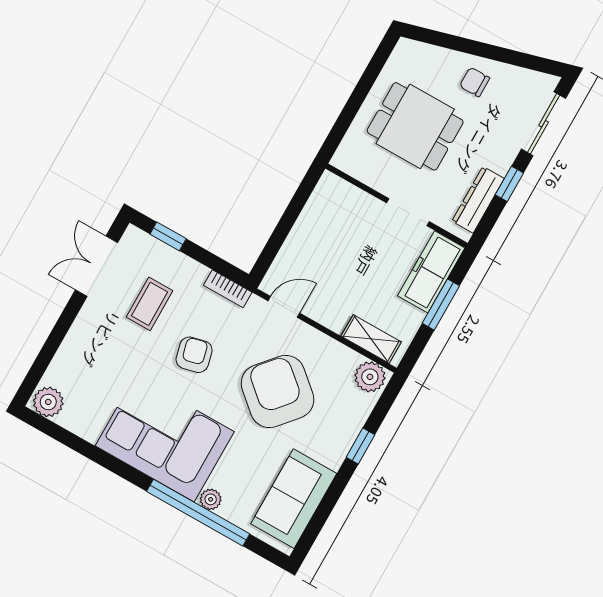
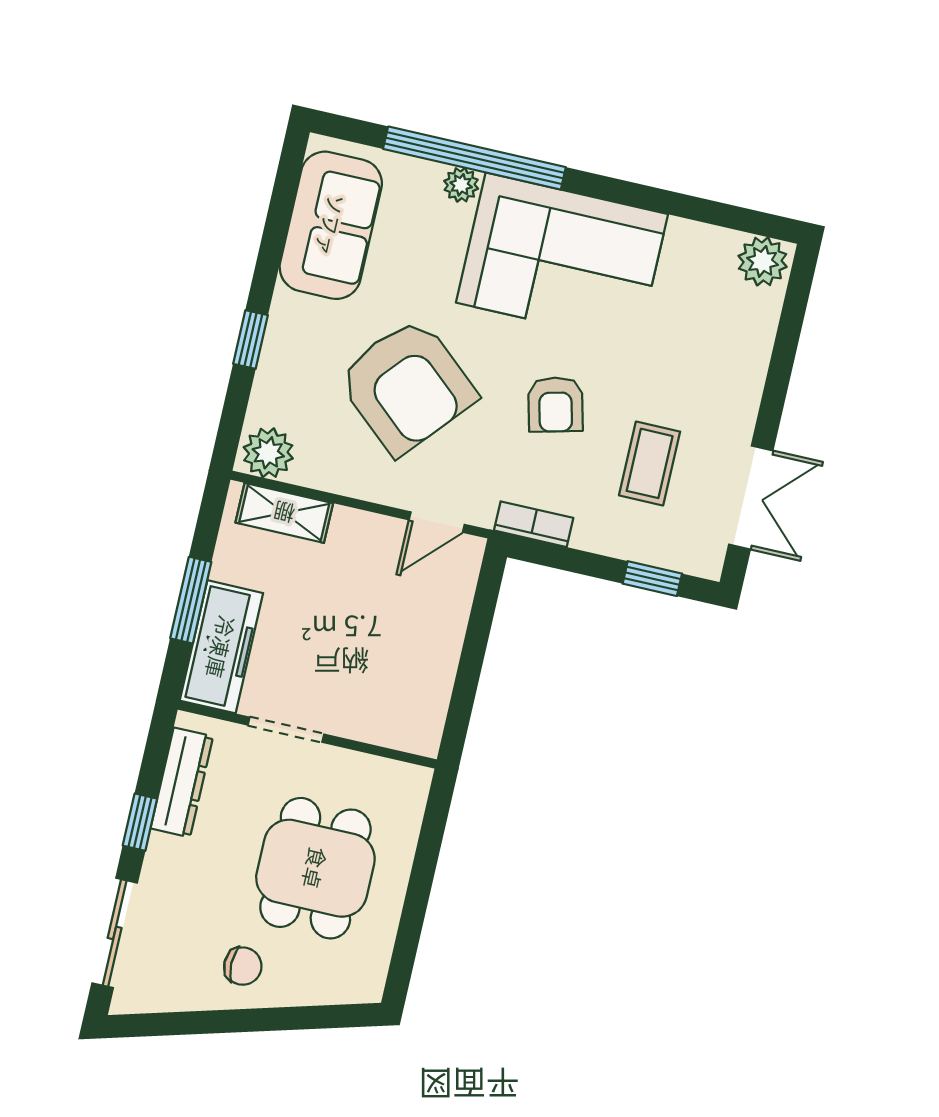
dining table: (415, 126) -> (315, 868), turned 90

